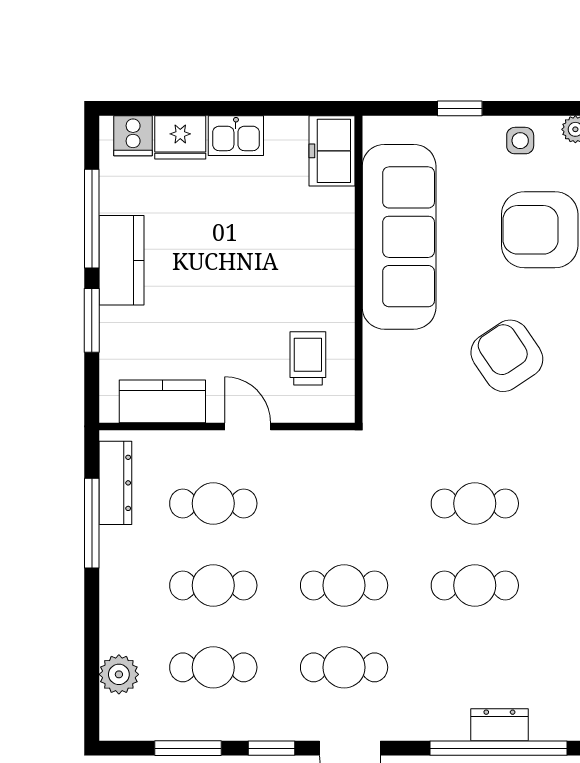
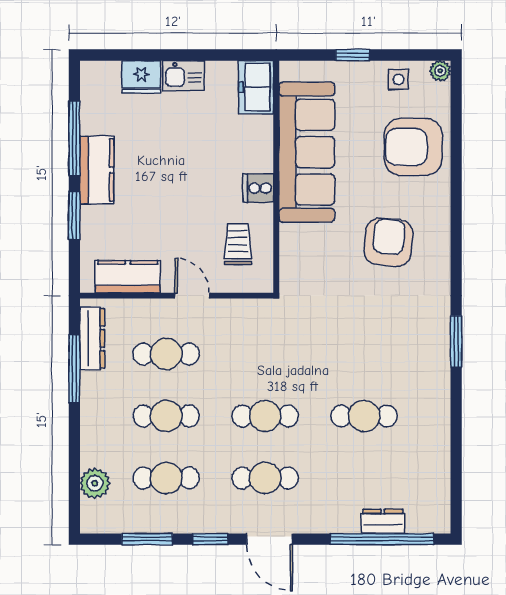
cooker: (133, 136) -> (258, 188), moved, turned 90
armchair: (507, 356) -> (388, 242), turned 40
cafe table: (475, 503) -> (364, 354), removed

